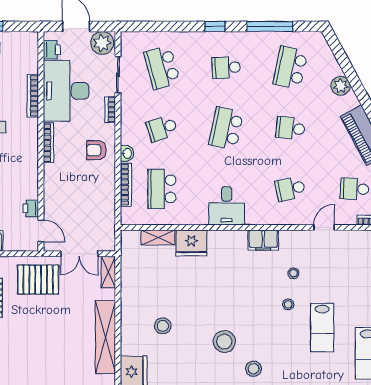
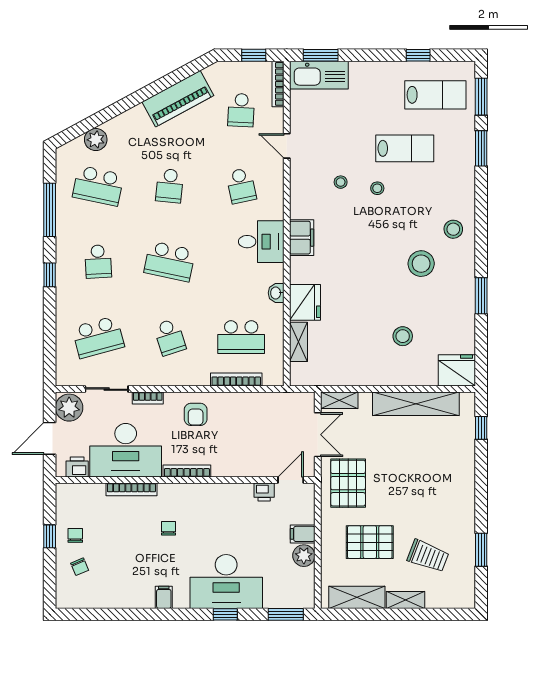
plant: (341, 86) -> (96, 140), moved
washbasin: (127, 153) -> (276, 293), moved, turned -90
desk: (227, 206) -> (261, 242), moved
filing cabinet: (263, 240) -> (302, 238), moved

